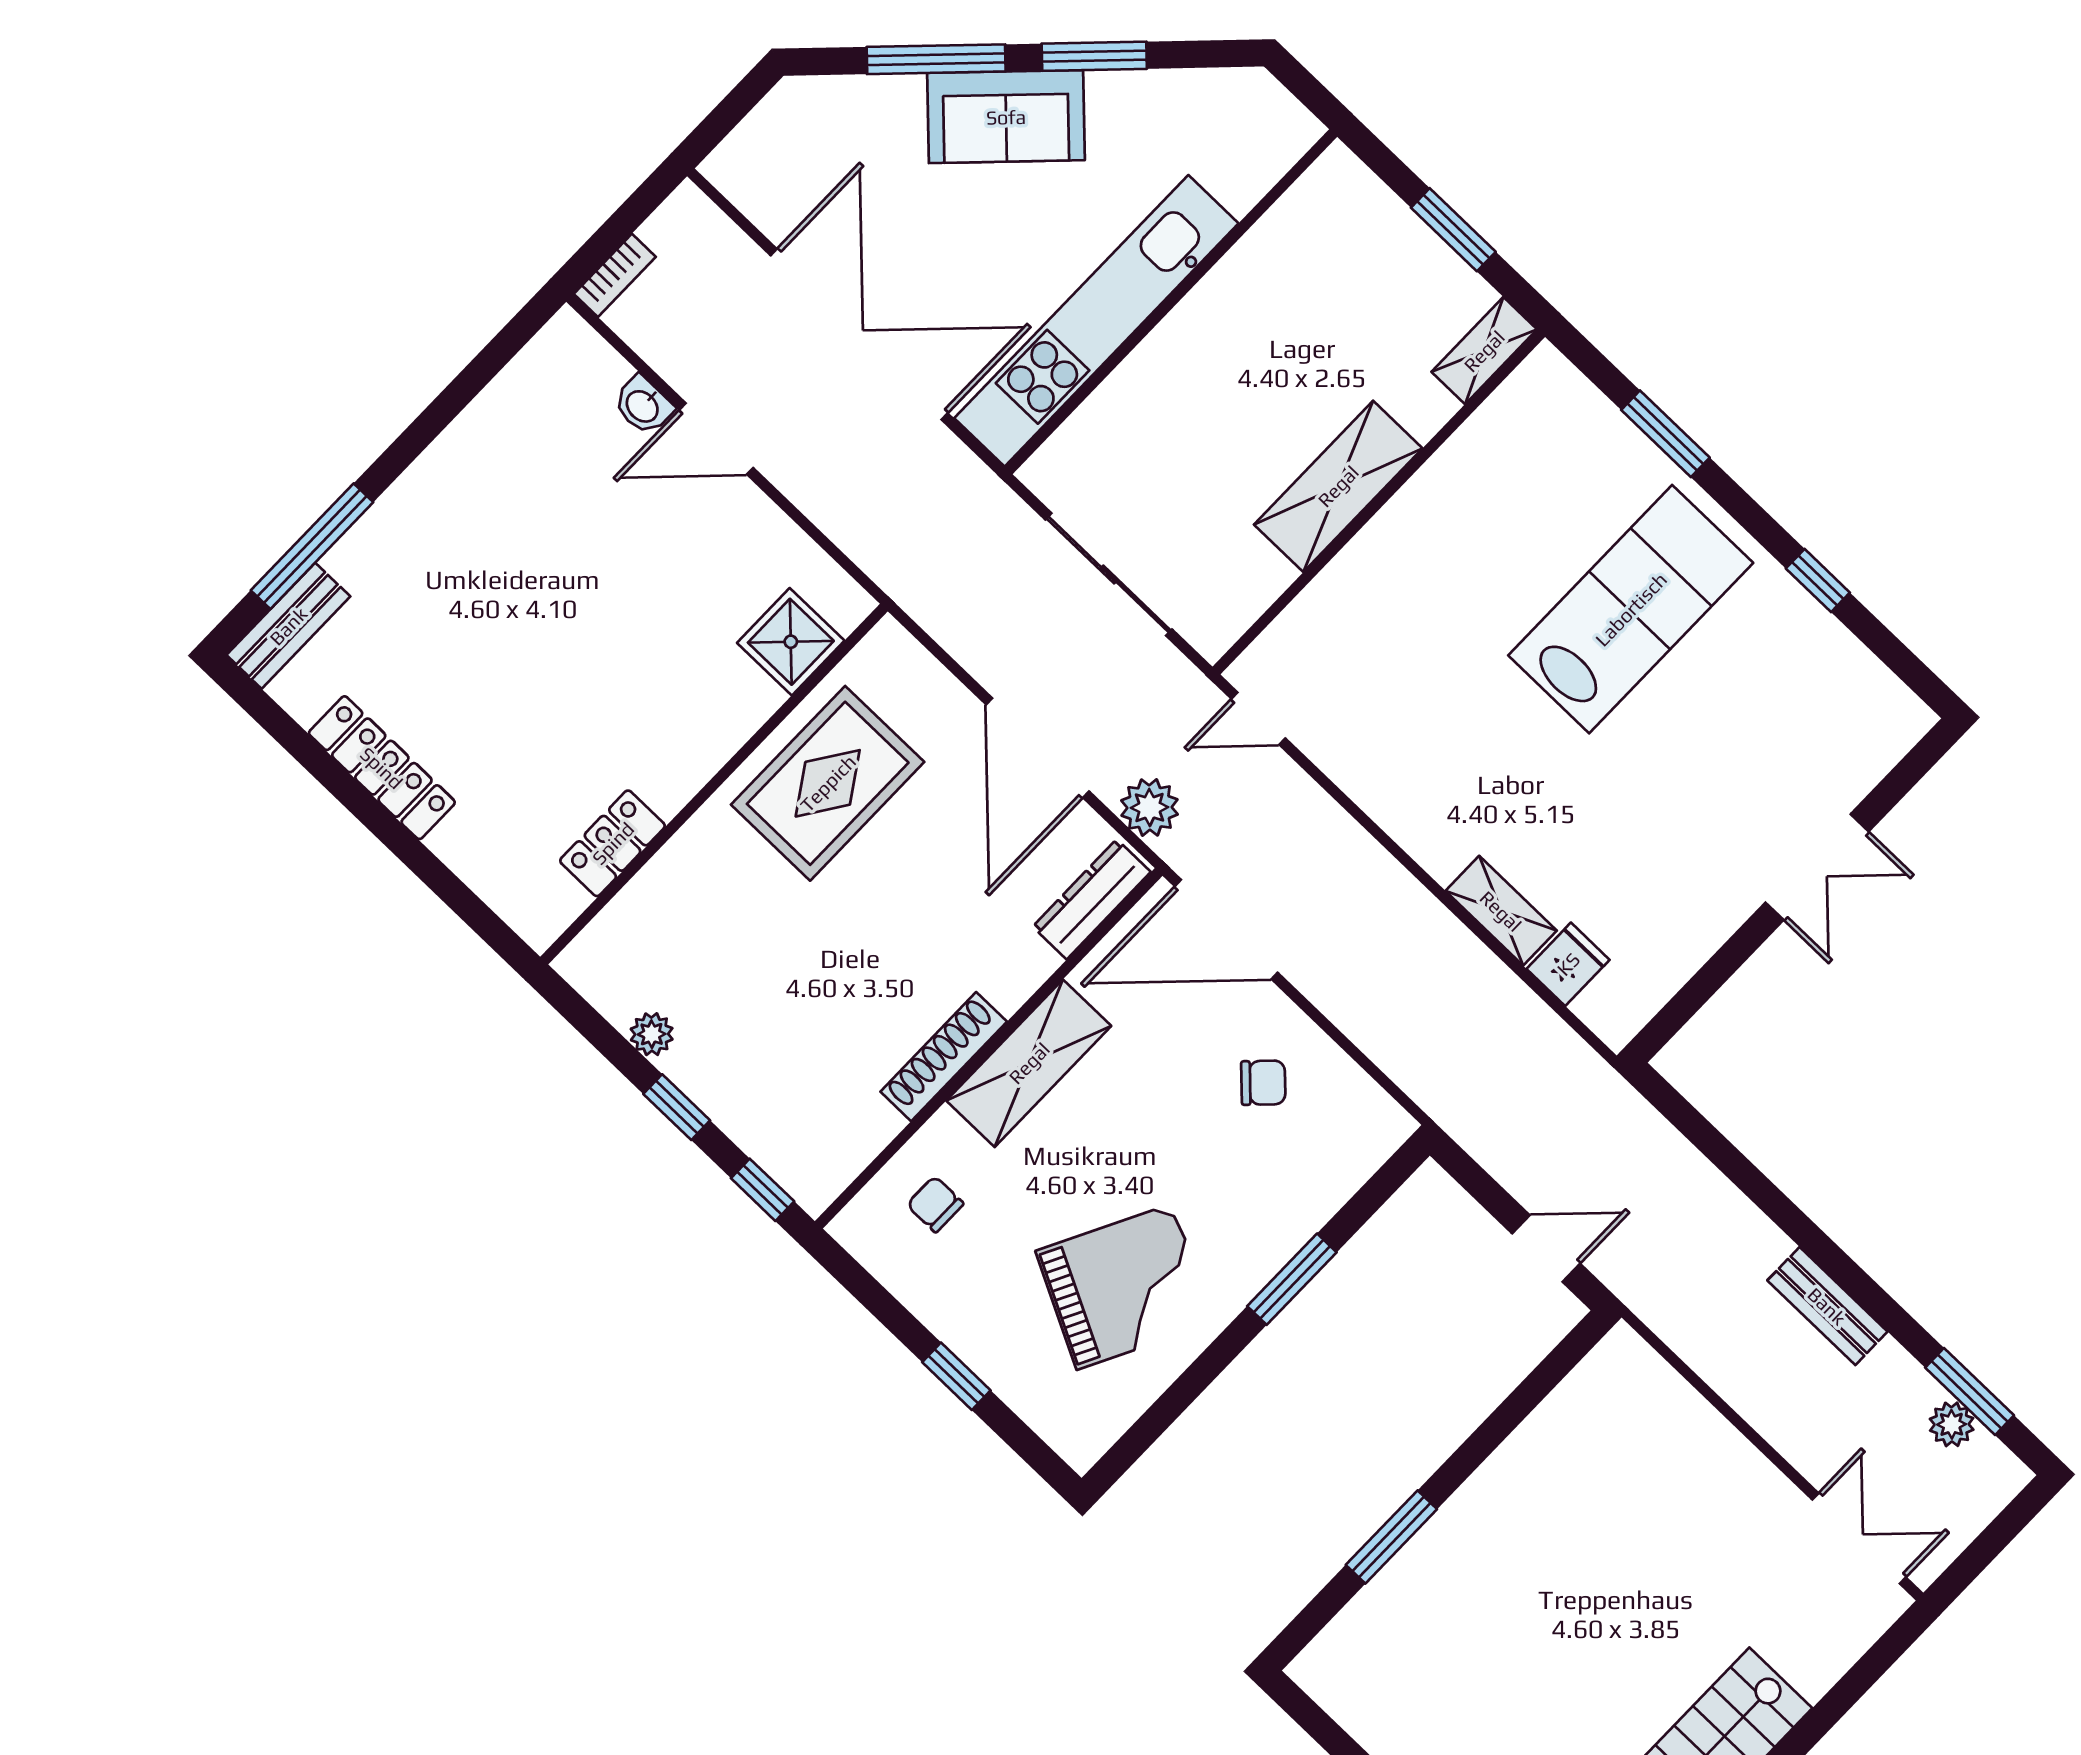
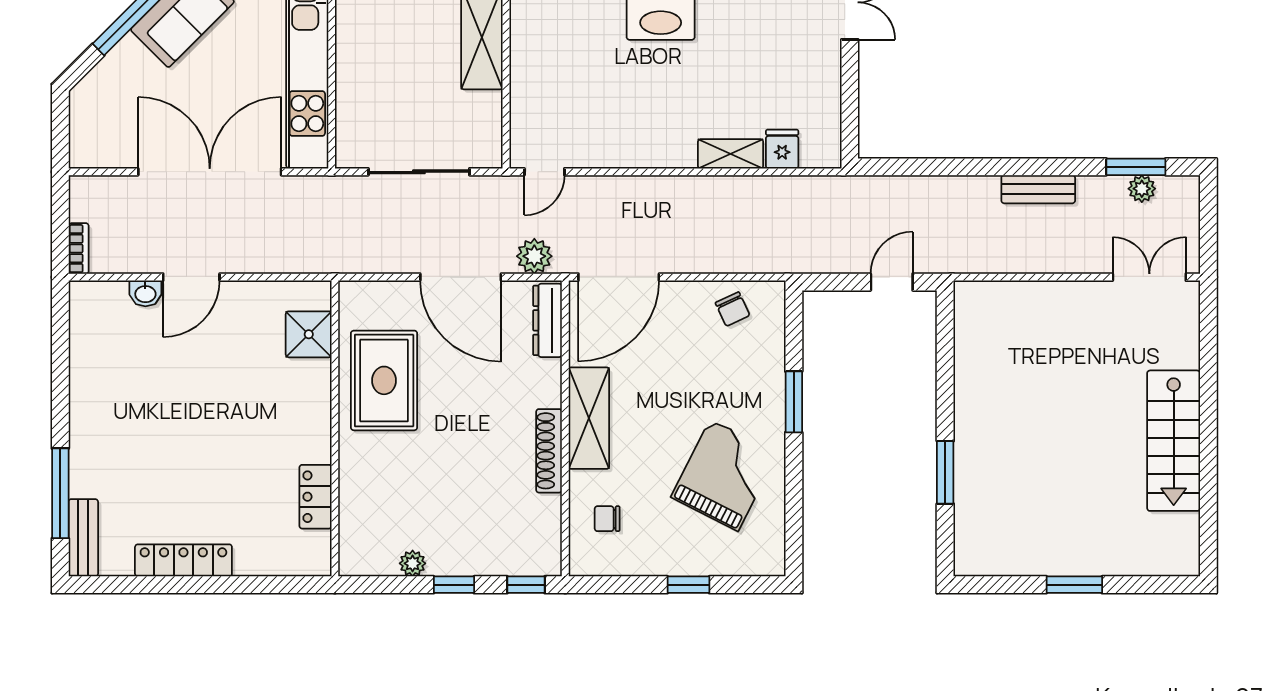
chair: (1263, 1083) -> (733, 309), moved, turned 110

